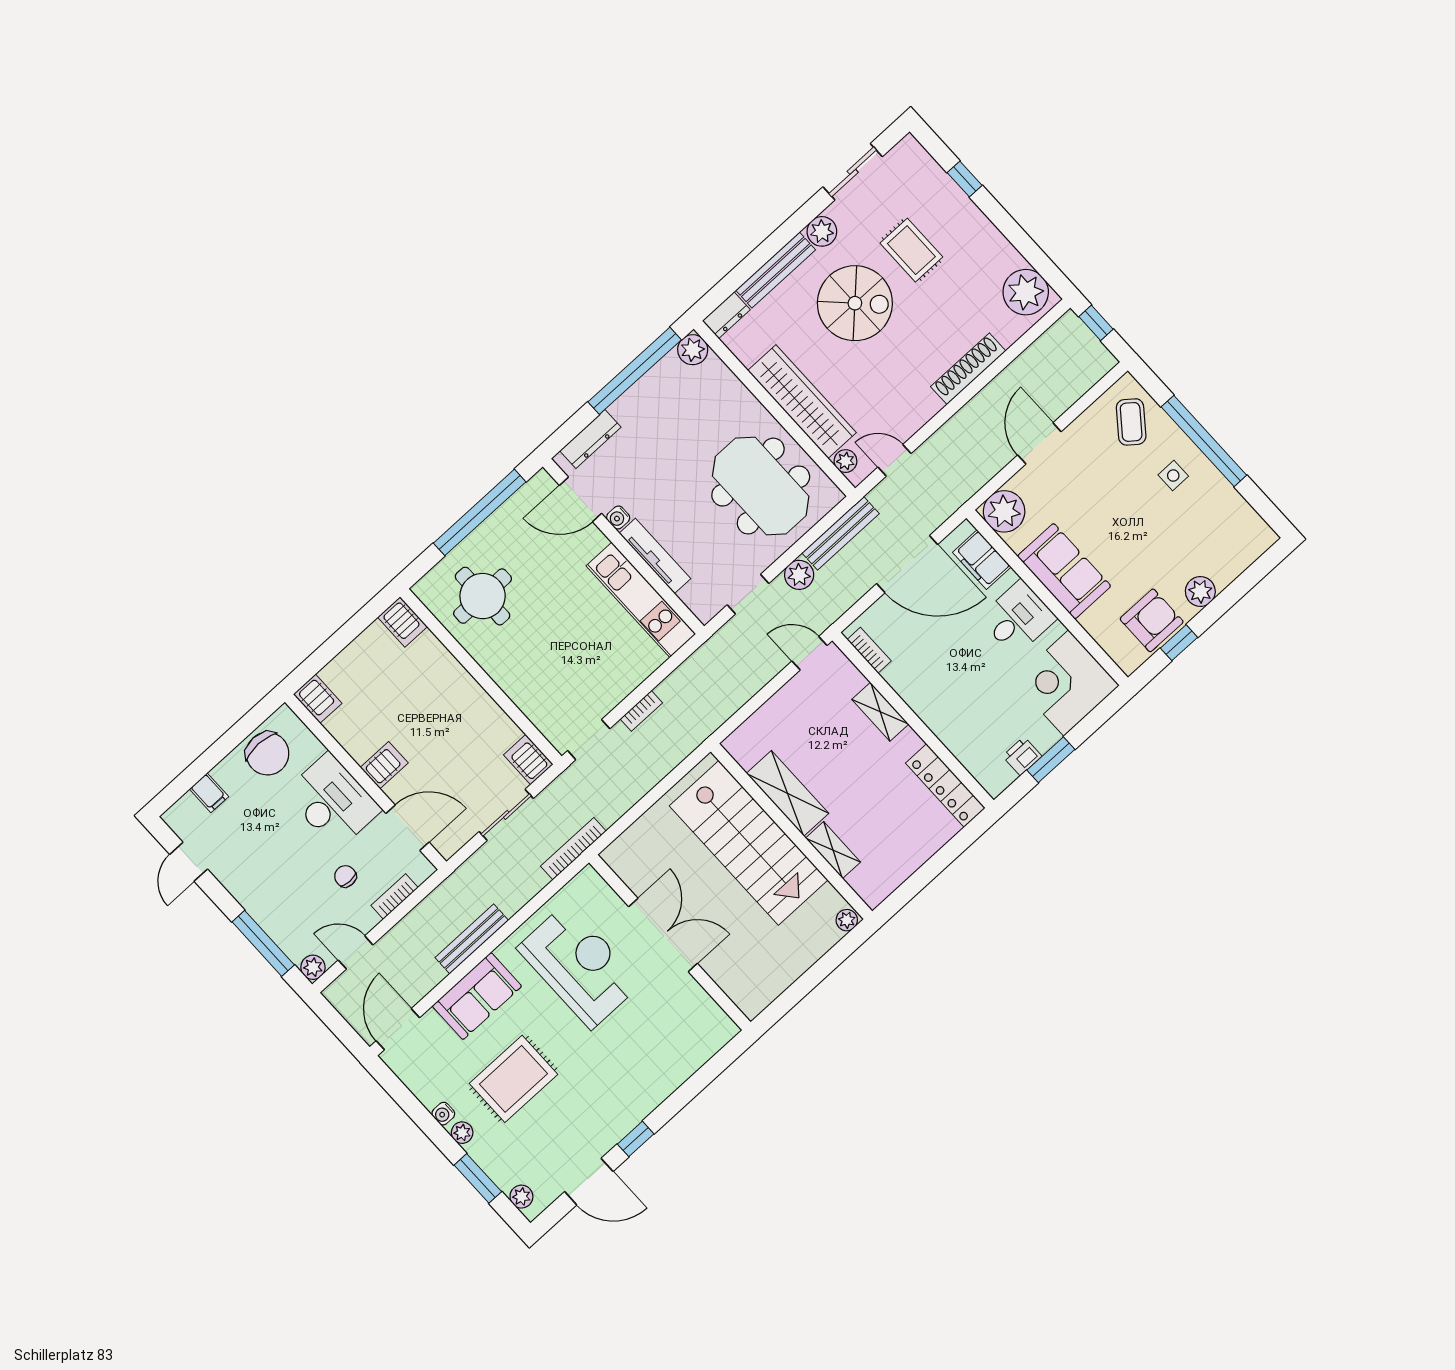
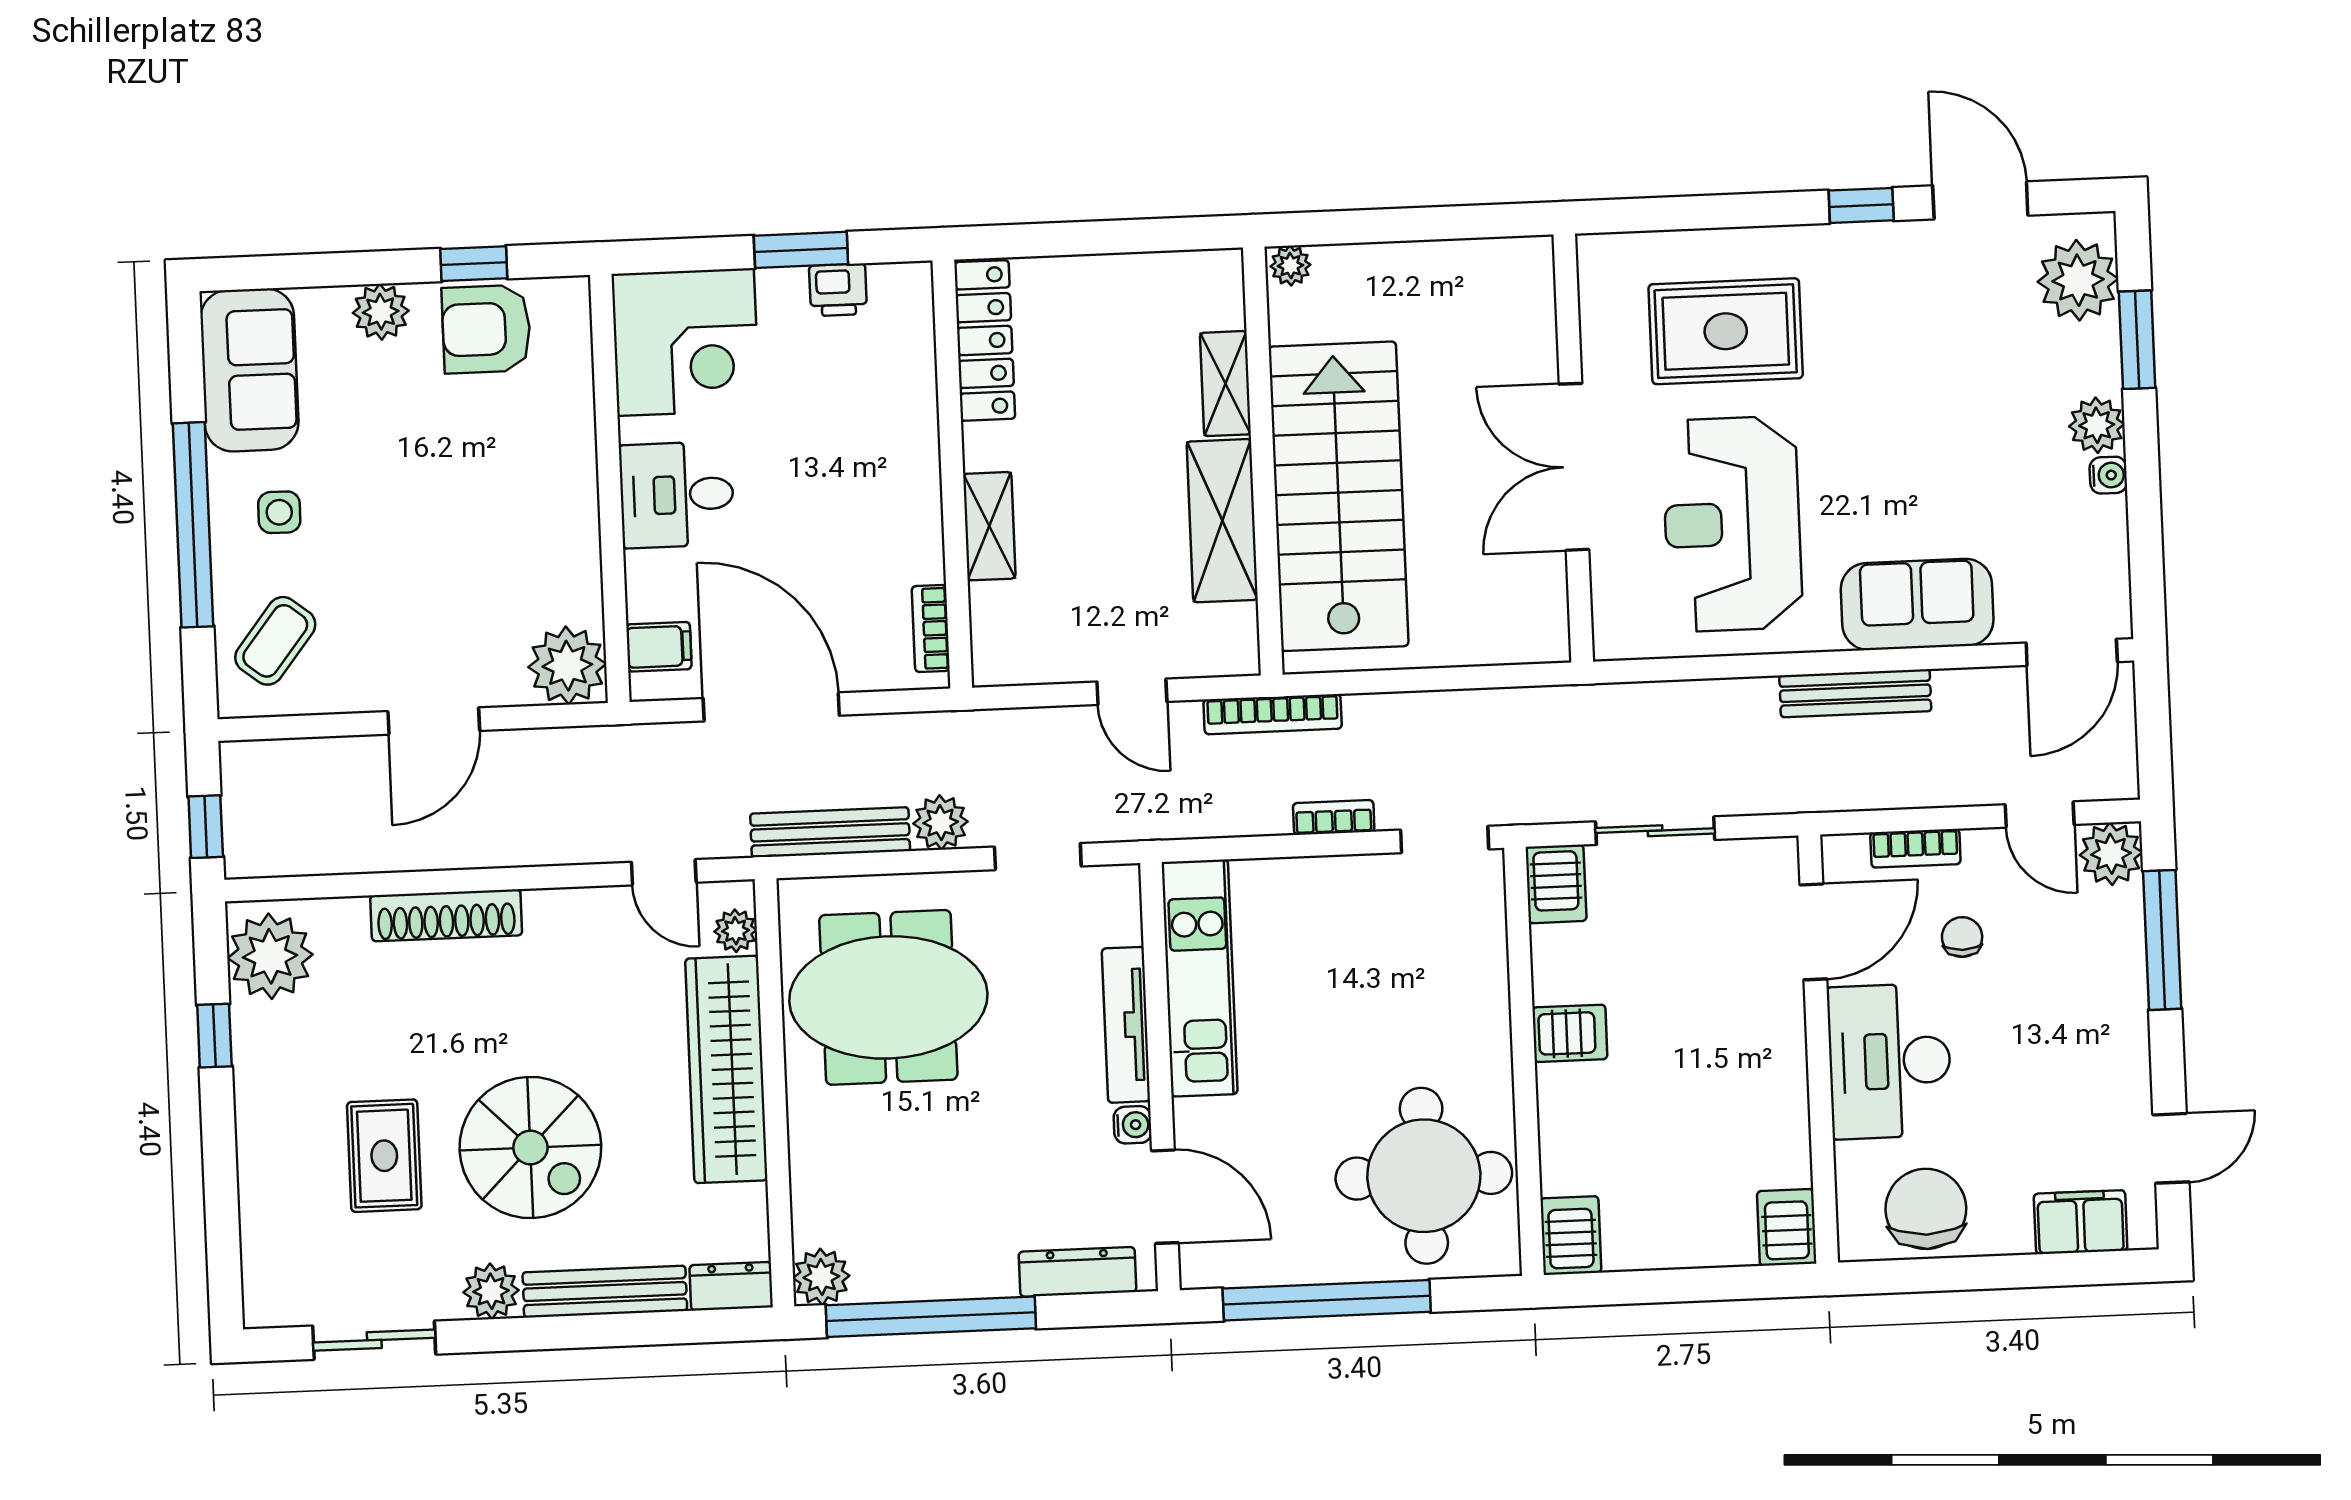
window: (965, 179) -> (214, 1036), moved
spiral stairs: (855, 303) -> (530, 1147), turned 180
meeting table: (761, 486) -> (888, 997), turned 90
filing cabinet: (982, 560) -> (659, 647), width x0.50
sofa: (1064, 571) -> (249, 370), moved, turned 180
round table: (483, 596) -> (1424, 1176), width x1.36, depth x1.36
door: (810, 653) -> (1132, 692), moved
server rack: (384, 765) -> (1570, 1033), moved, turned 180
filing cabinet: (209, 793) -> (2081, 1222), width x2.00
door: (408, 828) -> (1813, 932), swing flipped
bookcase: (573, 849) -> (1273, 714), moved
chair: (345, 876) -> (1962, 937), turned 180
plant: (313, 967) -> (2111, 854), width x1.38, depth x1.38
rug: (513, 1079) -> (1726, 331), moved
plant: (462, 1133) -> (2097, 425), width x1.38, depth x1.38
plant: (521, 1197) -> (2078, 280), width x1.88, depth x1.88

